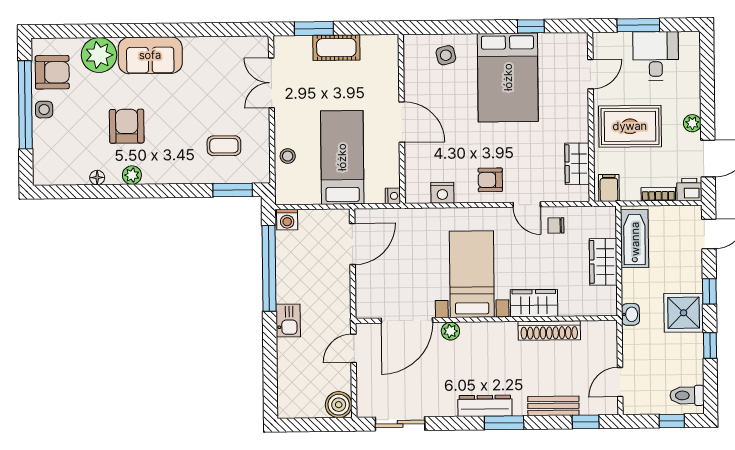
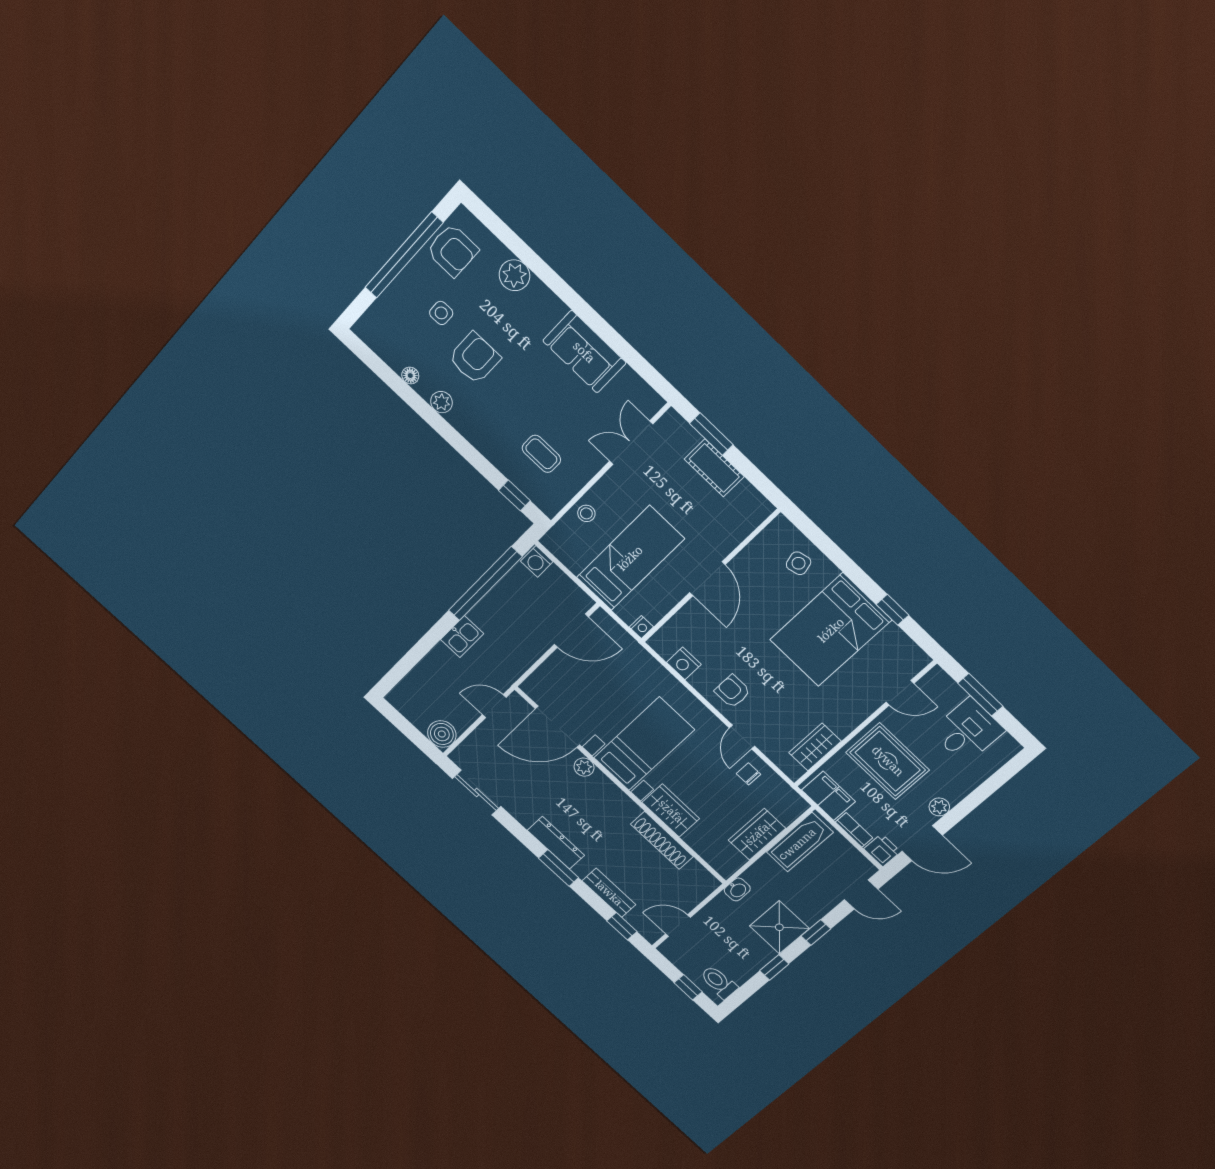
plant: (99, 55) -> (514, 275), width x0.73, depth x0.73
sofa: (150, 55) -> (584, 352), moved
side table: (44, 110) -> (441, 313), moved
filing cabinet: (609, 188) -> (828, 796), width x2.00
window: (233, 190) -> (514, 495), width x0.67

